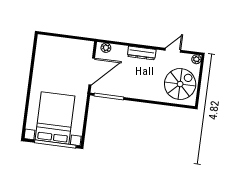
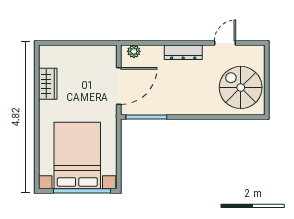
plant: (196, 59) -> (259, 51), removed
wardrobe: (41, 63) -> (48, 84), added
spiral stairs: (180, 84) -> (241, 87), turned -90

